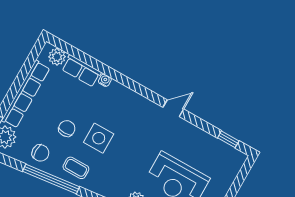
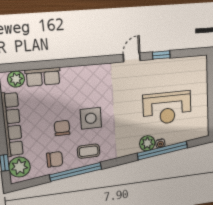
water cooler: (105, 80) -> (66, 72), removed
window: (228, 139) -> (161, 55), moved

